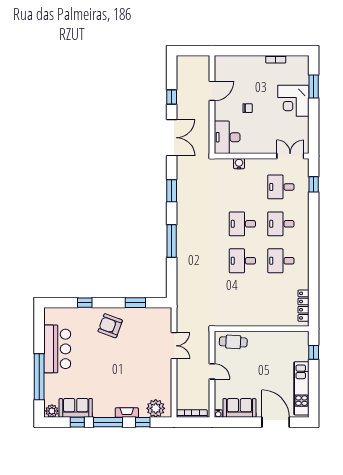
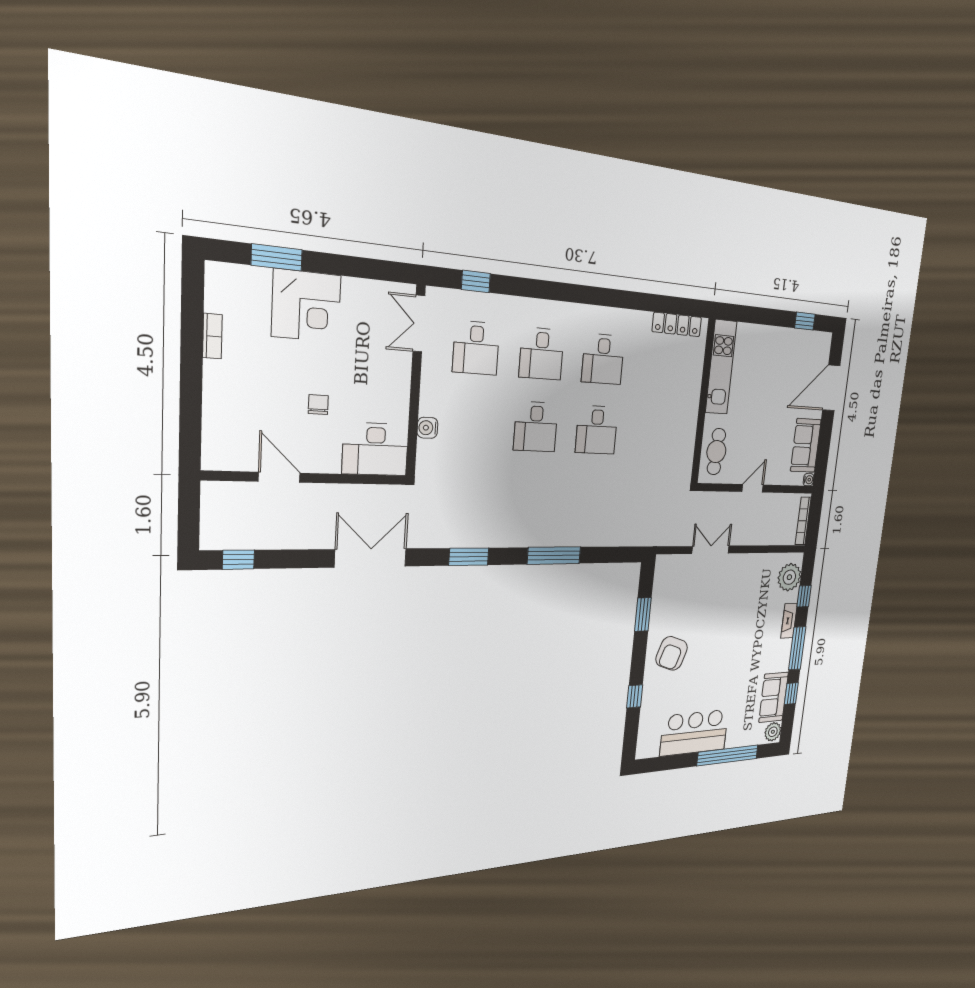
window: (172, 97) -> (238, 560), moved
window: (314, 352) -> (805, 321), moved
kitchen unit: (301, 388) -> (721, 367), moved, turned -90

